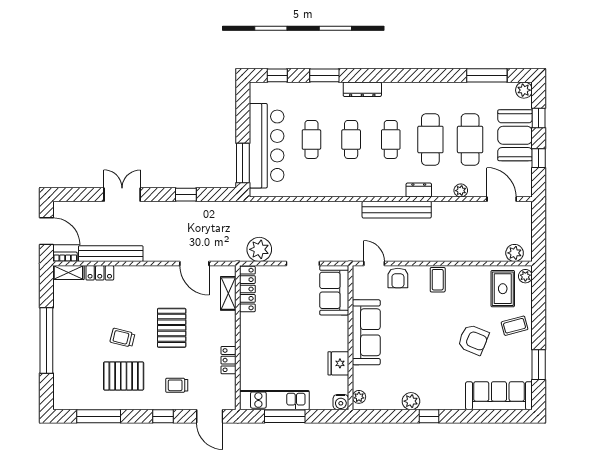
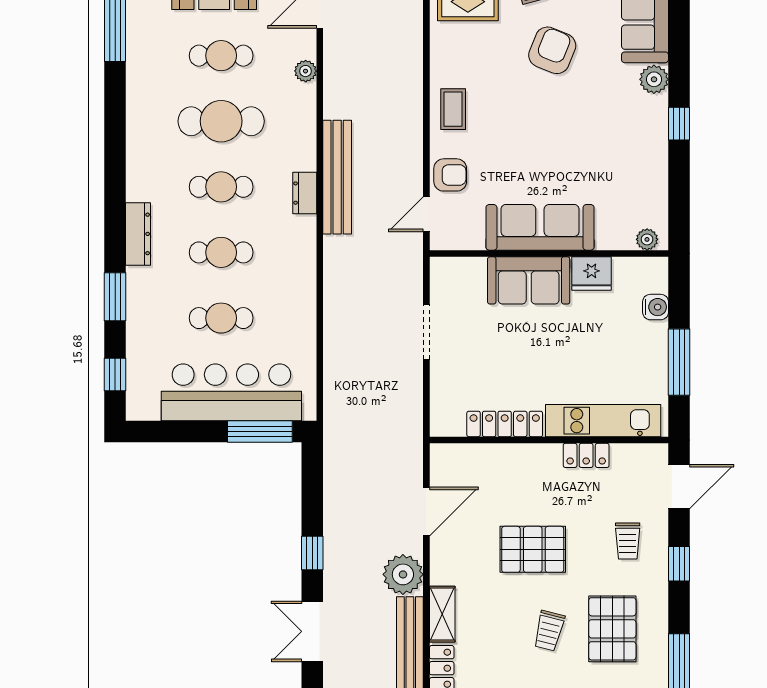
cafe table: (470, 139) -> (221, 56), width x0.73, depth x0.74
dresser: (419, 190) -> (305, 193), moved
window: (186, 195) -> (312, 553), moved
plant: (259, 249) -> (403, 574), moved
coffee table: (438, 280) -> (453, 109), turned 90
locker: (247, 289) -> (505, 424), moved
sofa: (334, 290) -> (529, 280), moved
shelving: (228, 293) -> (442, 614), moved, turned 90
kitchen unit: (274, 400) -> (603, 421), moved, turned 90
plant: (411, 401) -> (654, 79), moved
water cooler: (341, 402) -> (656, 307), moved

